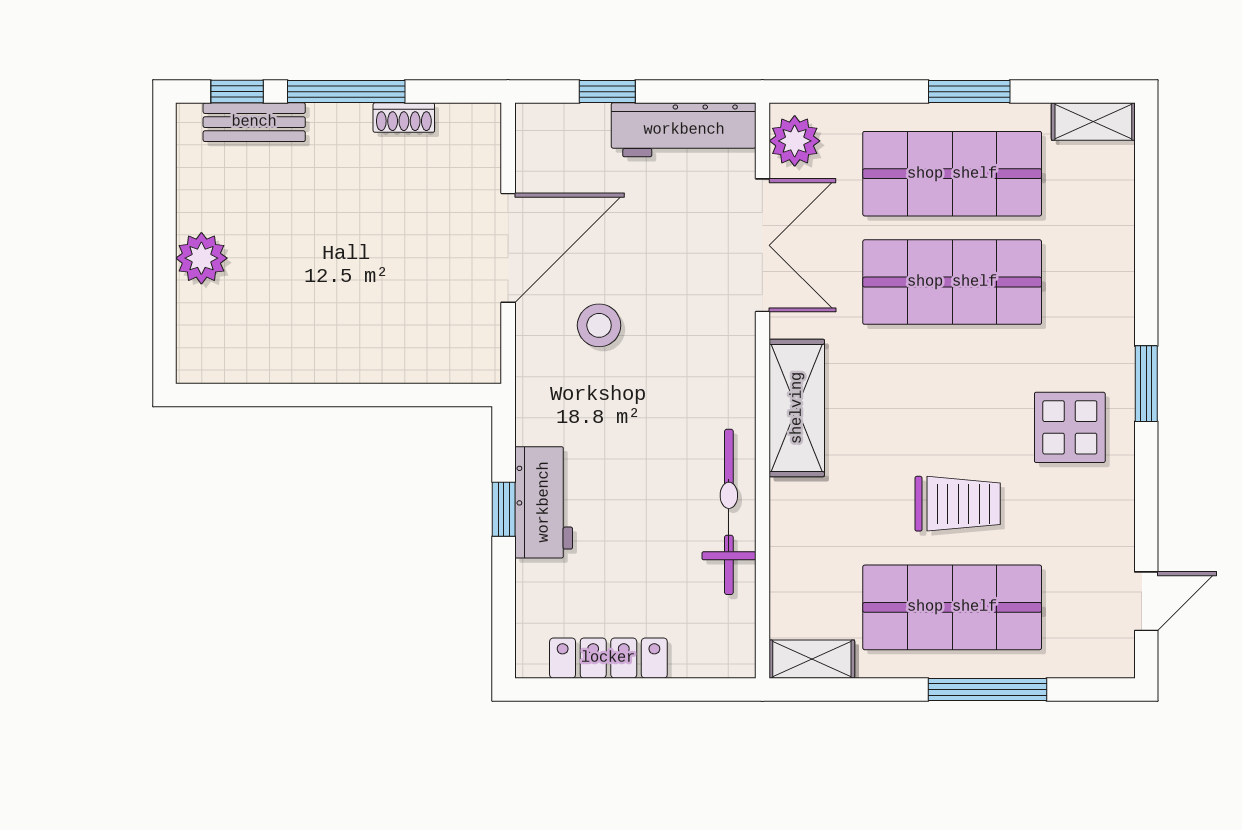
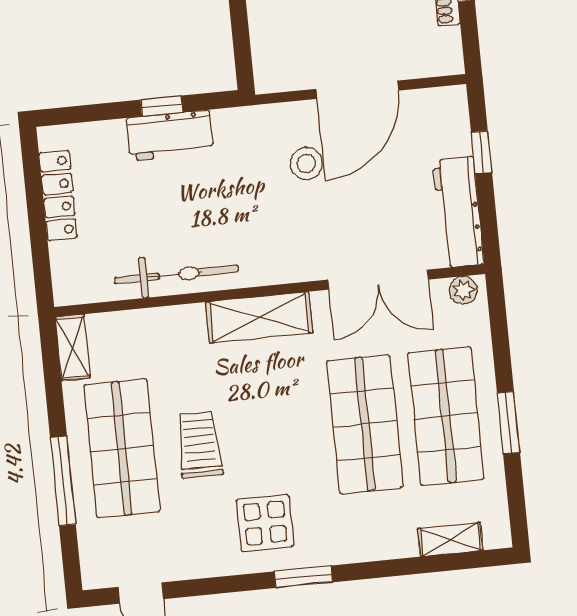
shelving: (1093, 121) -> (450, 539), moved, turned 90
plant: (795, 141) -> (463, 290), width x0.73, depth x0.73
door: (508, 248) -> (357, 90), hinge flipped
trolley: (958, 504) -> (200, 445), turned 180

